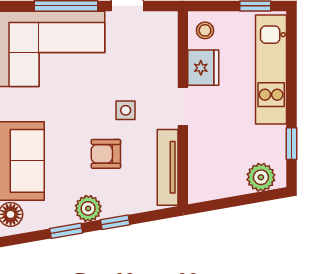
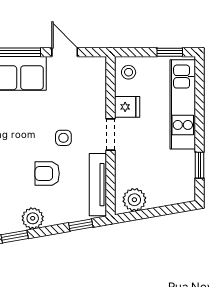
fridge: (203, 68) -> (127, 107), width x0.72
plant: (261, 177) -> (134, 200), moved
window: (115, 222) -> (81, 225), moved

